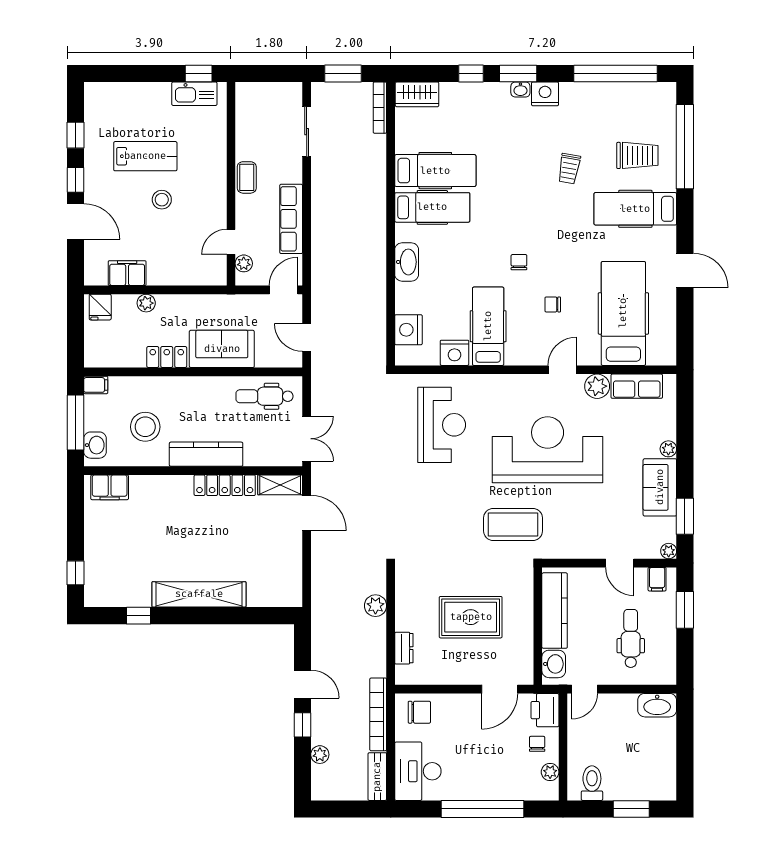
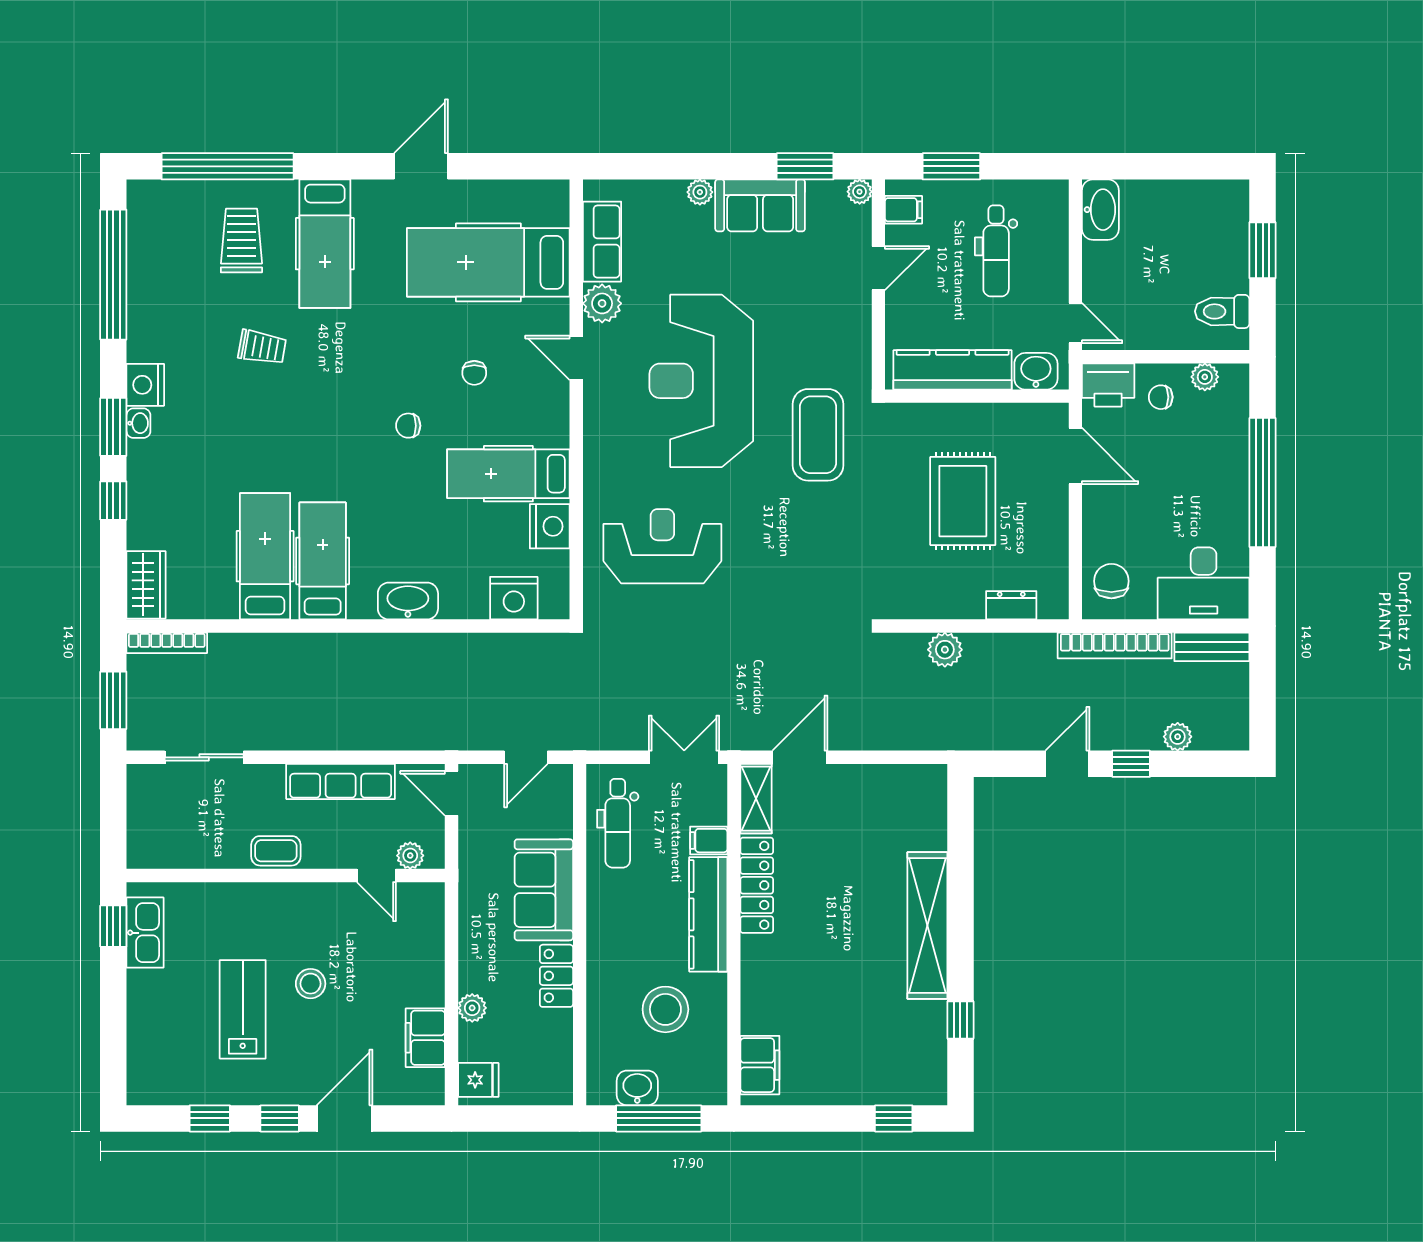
filing cabinet: (96, 385) -> (709, 841), moved, turned -90
washbasin: (95, 445) -> (637, 1088), moved
dental chair: (631, 638) -> (996, 251), turned -90

